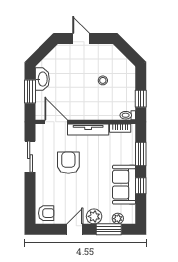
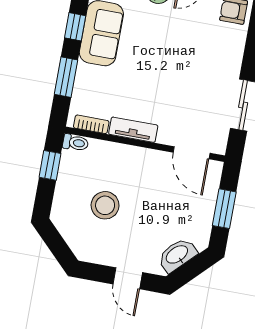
washbasin: (42, 79) -> (177, 255), moved, turned 45
stool: (103, 80) -> (105, 205), width x1.89, depth x1.89
tv unit: (88, 130) -> (133, 130), width x0.71
armchair: (68, 163) -> (184, 84), removed

